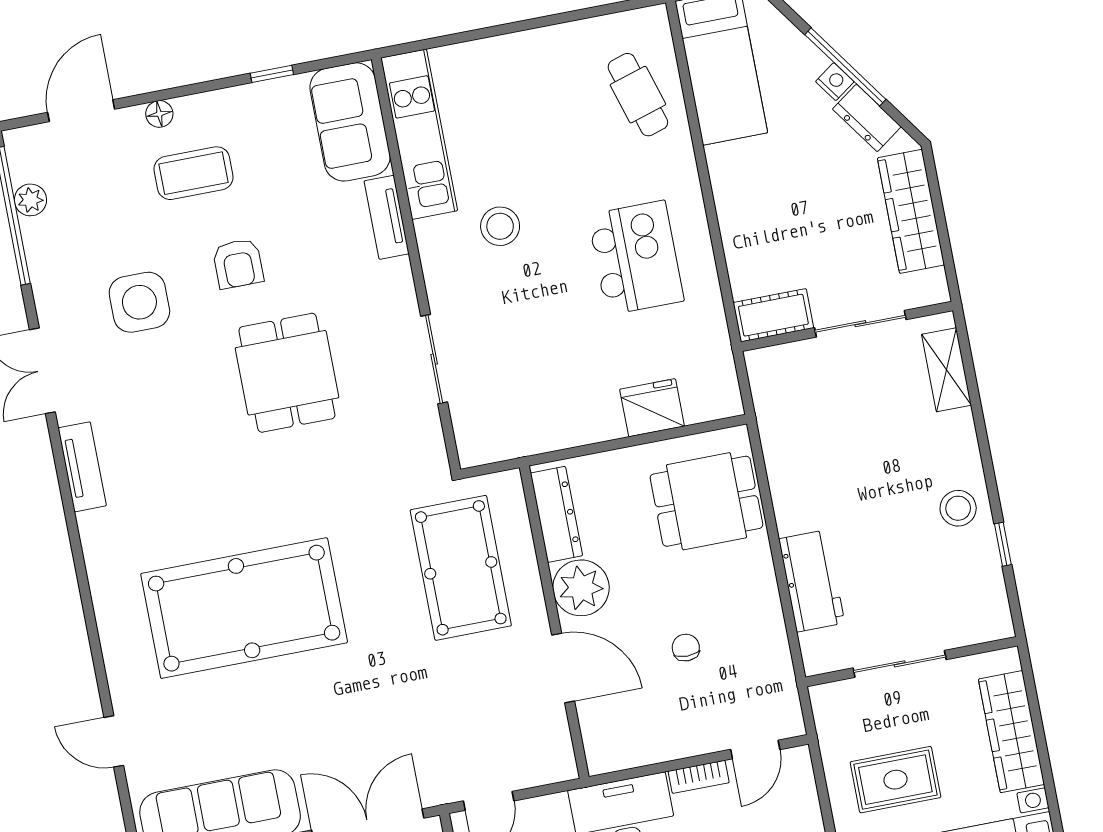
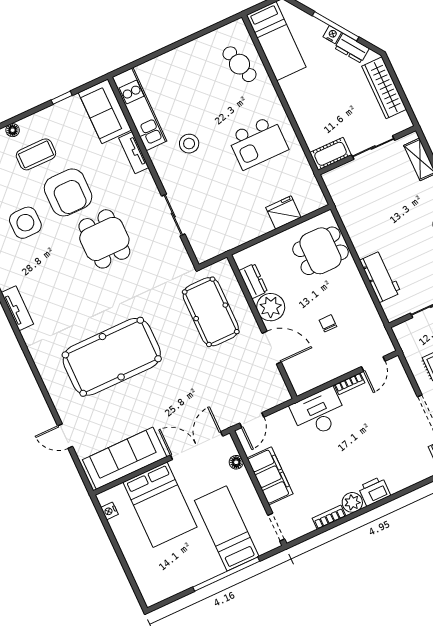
kitchen island: (636, 258) -> (258, 143), turned 90
armchair: (238, 264) -> (68, 192), width x1.88, depth x1.88
dresser: (556, 514) -> (253, 281), width x0.70

